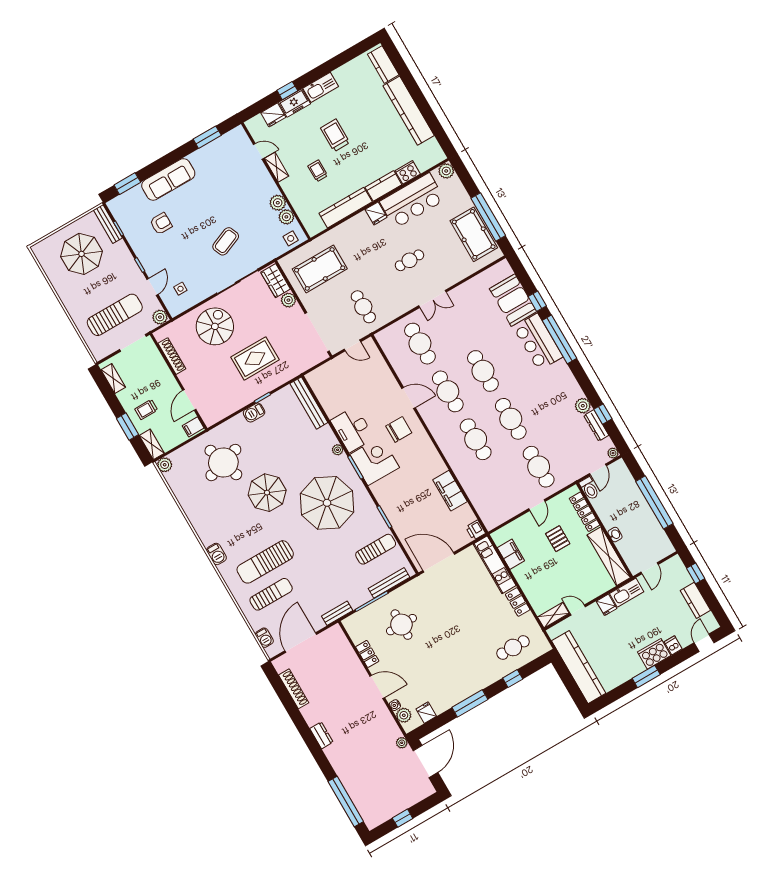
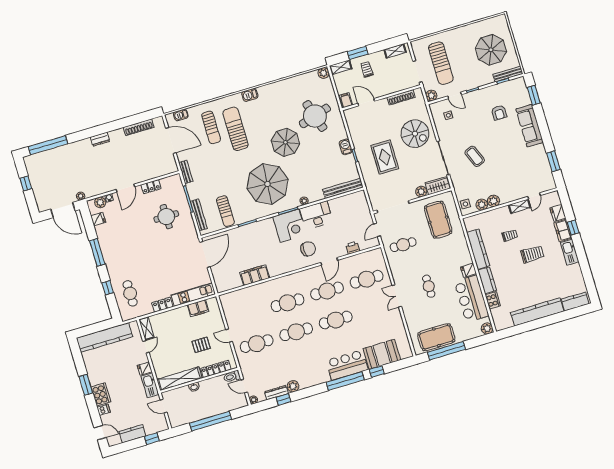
chair: (399, 429) -> (308, 249), turned -92
printer: (475, 530) -> (353, 248), moved

